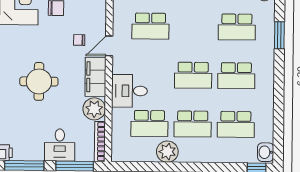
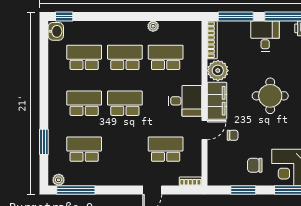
desk: (129, 91) -> (185, 101), moved
desk: (60, 145) -> (265, 36), moved
plant: (167, 152) -> (153, 26), width x0.53, depth x0.53

